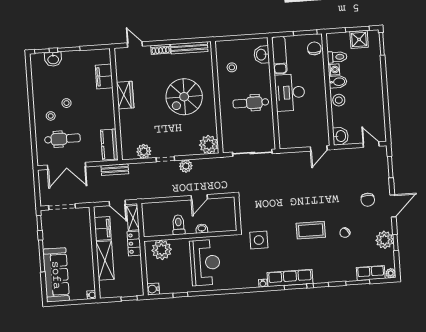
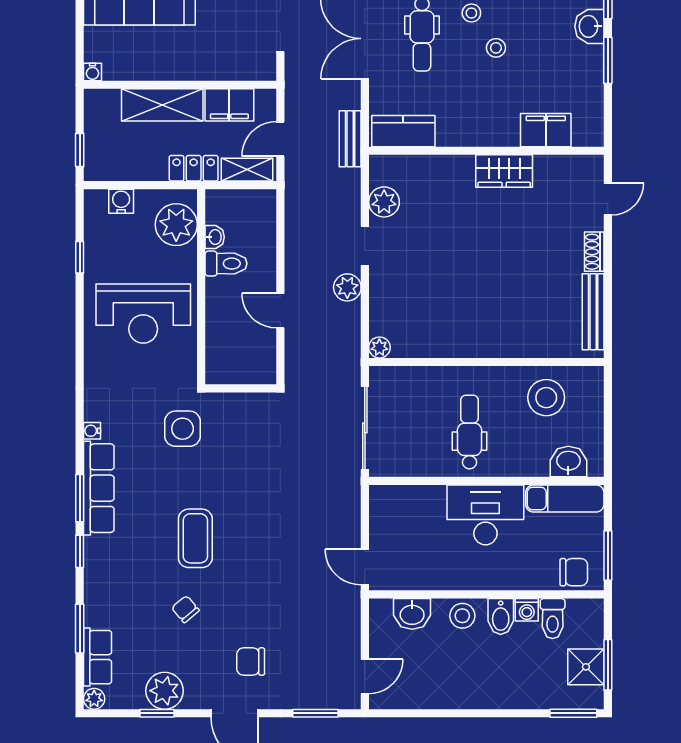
stool: (232, 67) -> (546, 398), width x1.89, depth x1.89
spiral stairs: (184, 97) -> (492, 294), removed
washbasin: (340, 136) -> (412, 614), moved
plant: (209, 145) -> (379, 347), width x0.53, depth x0.53
washbasin: (202, 229) -> (215, 237), moved
water cooler: (153, 289) -> (121, 201), moved

